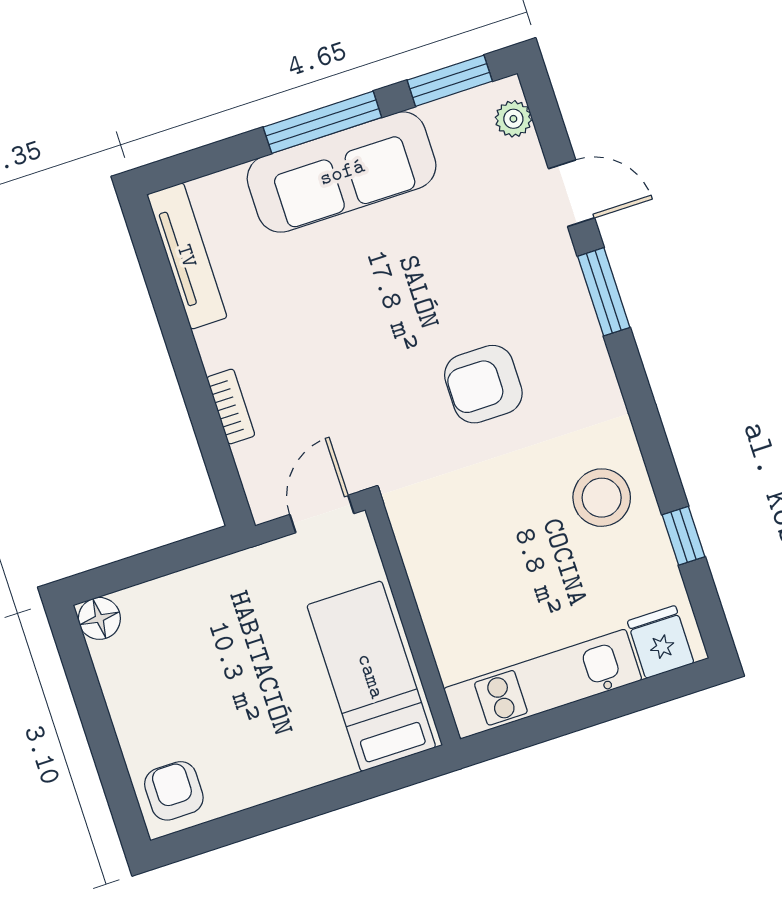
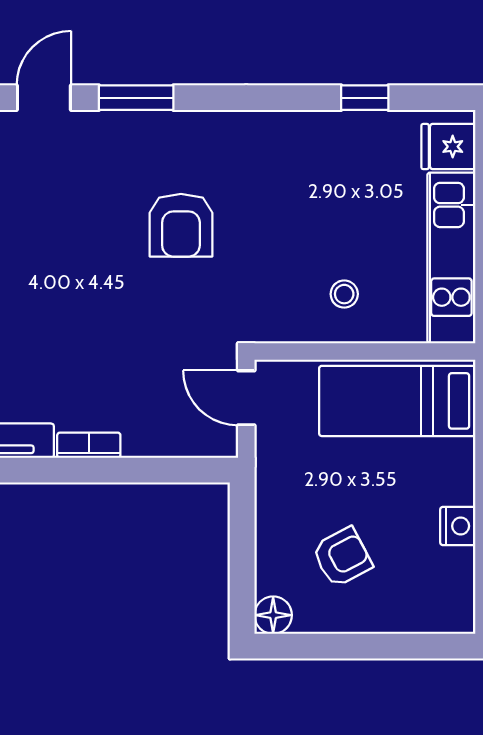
bookcase: (231, 407) -> (89, 445), moved
stool: (602, 498) -> (344, 294), moved, width x0.53, depth x0.53
nightstand: (259, 784) -> (458, 526), added
armchair: (174, 791) -> (342, 557), moved, turned 152

